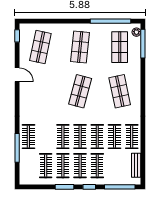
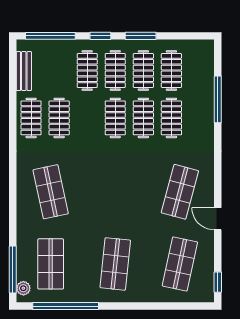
shop shelf: (80, 91) -> (180, 192), moved
clothes rail: (28, 137) -> (171, 118), moved
clothes rail: (97, 137) -> (87, 118), removed

